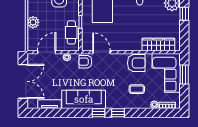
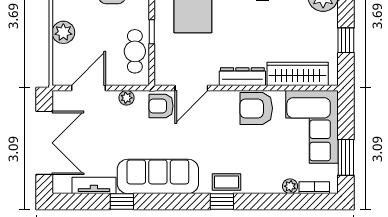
window: (184, 14) -> (346, 40), moved
dresser: (129, 46) -> (242, 77), added
door: (102, 52) -> (191, 88), swing flipped
armchair: (136, 63) -> (256, 108), turned 180
window: (184, 74) -> (346, 157), moved
coffee table: (137, 89) -> (227, 182), moved
window: (98, 113) -> (122, 202), moved

